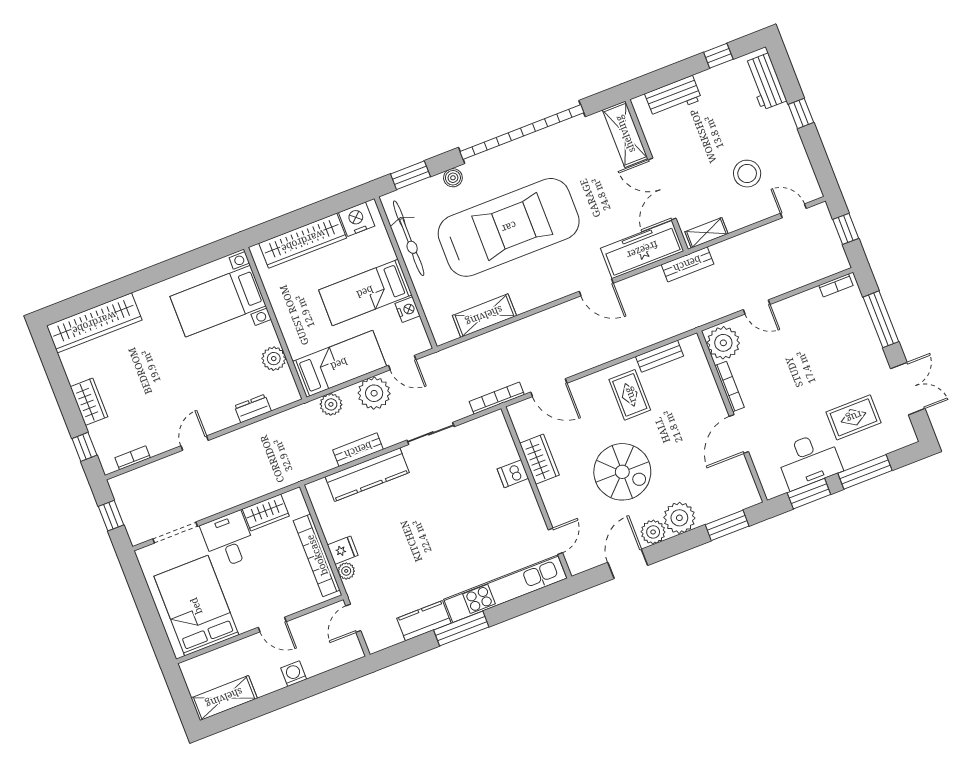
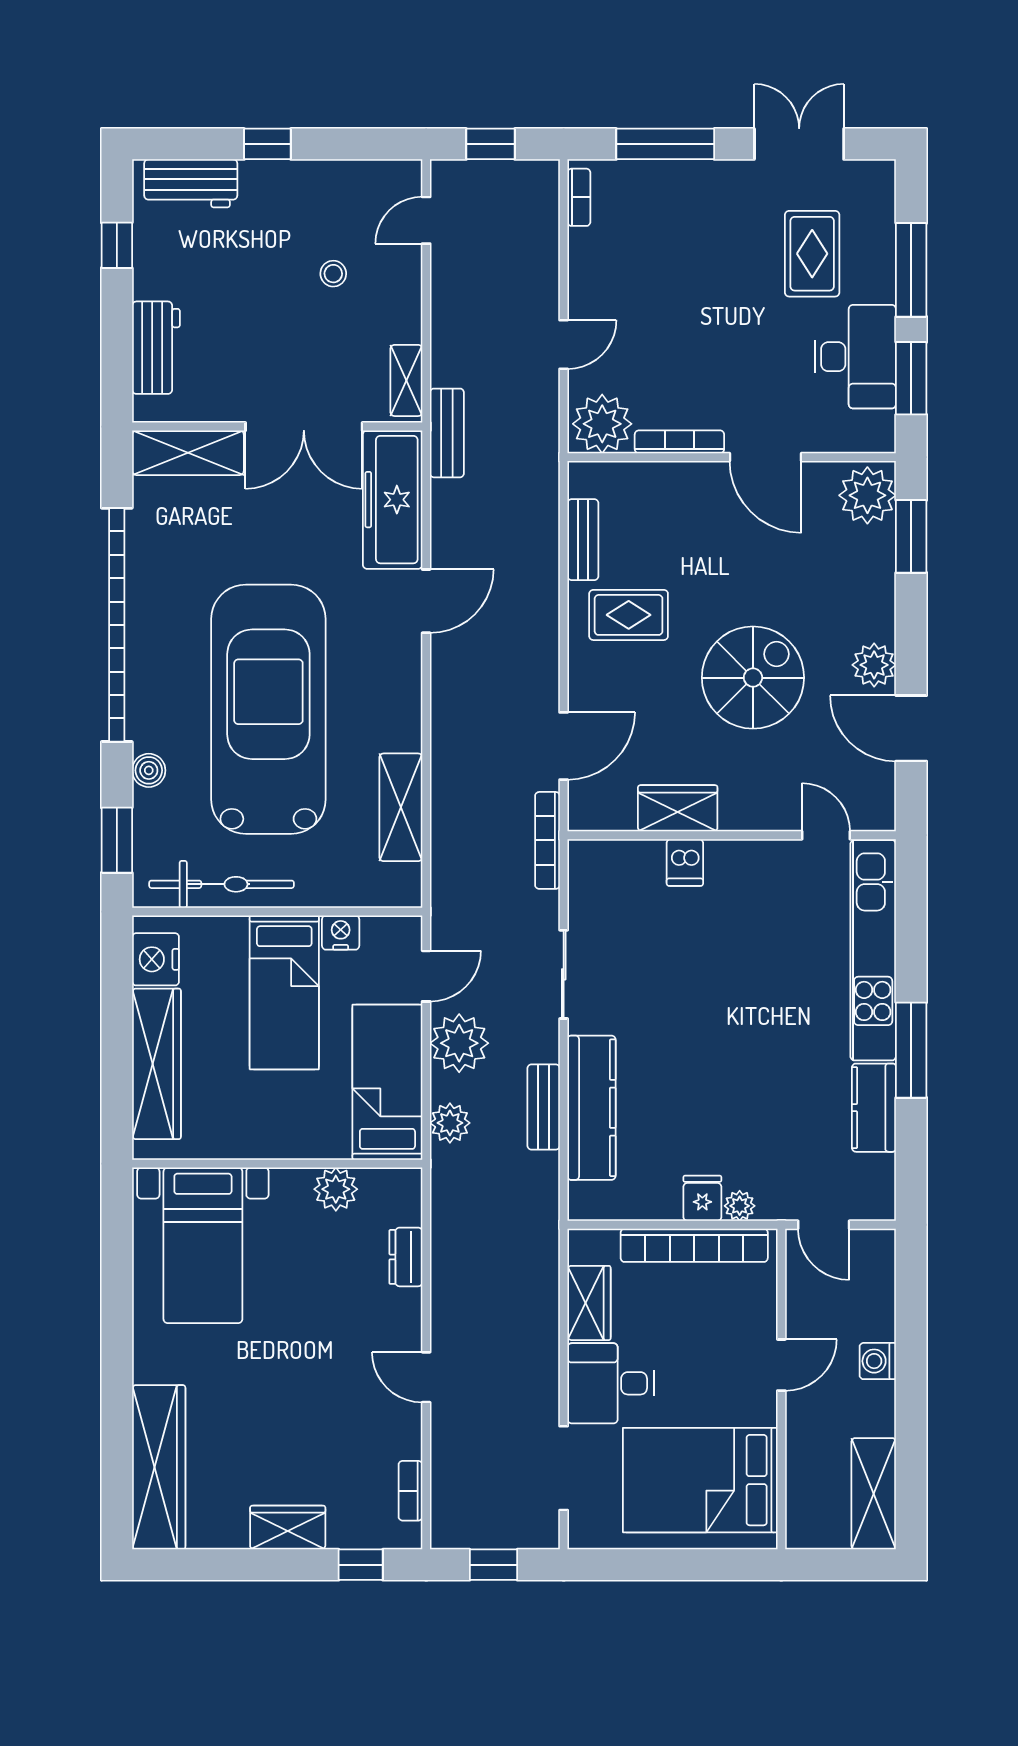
stool: (747, 174) -> (333, 274), width x0.53, depth x0.53
plant: (679, 518) -> (867, 495), moved

